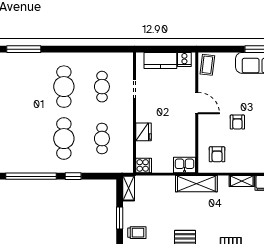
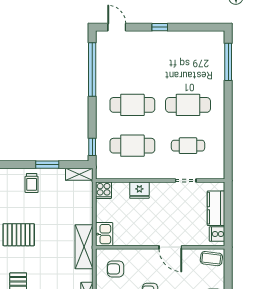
door: (197, 103) -> (170, 247), hinge flipped
cafe table: (102, 139) -> (132, 146), width x1.37, depth x1.35
window: (73, 176) -> (92, 147), moved

